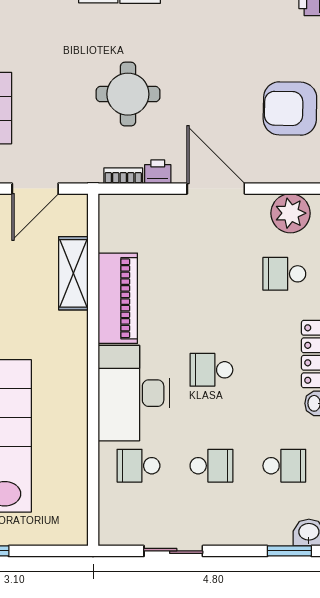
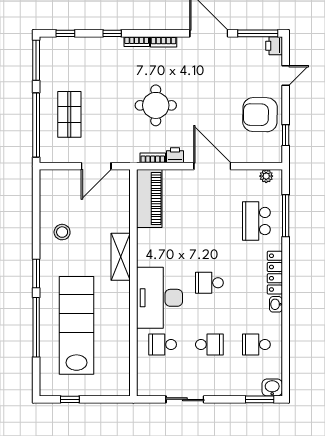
plant: (290, 213) -> (266, 176), width x0.53, depth x0.53
shelving: (73, 273) -> (121, 257), moved
school desk: (284, 274) -> (256, 221), width x1.85
piano: (118, 298) -> (149, 199), moved
school desk: (284, 466) -> (256, 344), turned 180

